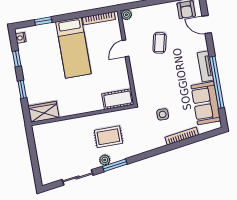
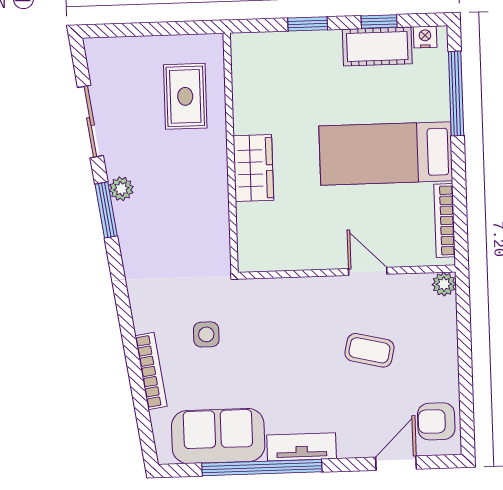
window: (43, 21) -> (456, 93), width x2.17
cot: (118, 99) -> (377, 46), moved, turned 90
wardrobe: (43, 112) -> (253, 168), moved
rug: (108, 137) -> (185, 96), moved

